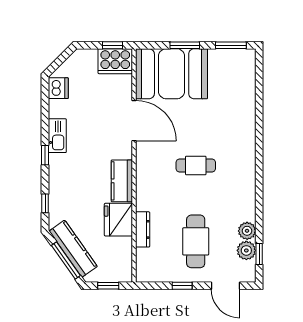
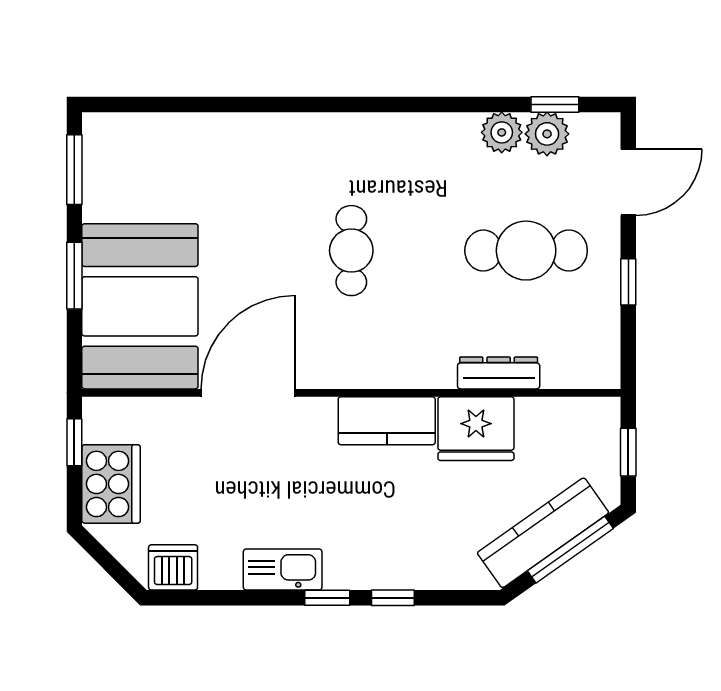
cooker: (115, 61) -> (111, 484), moved
window: (45, 203) -> (393, 598), moved

